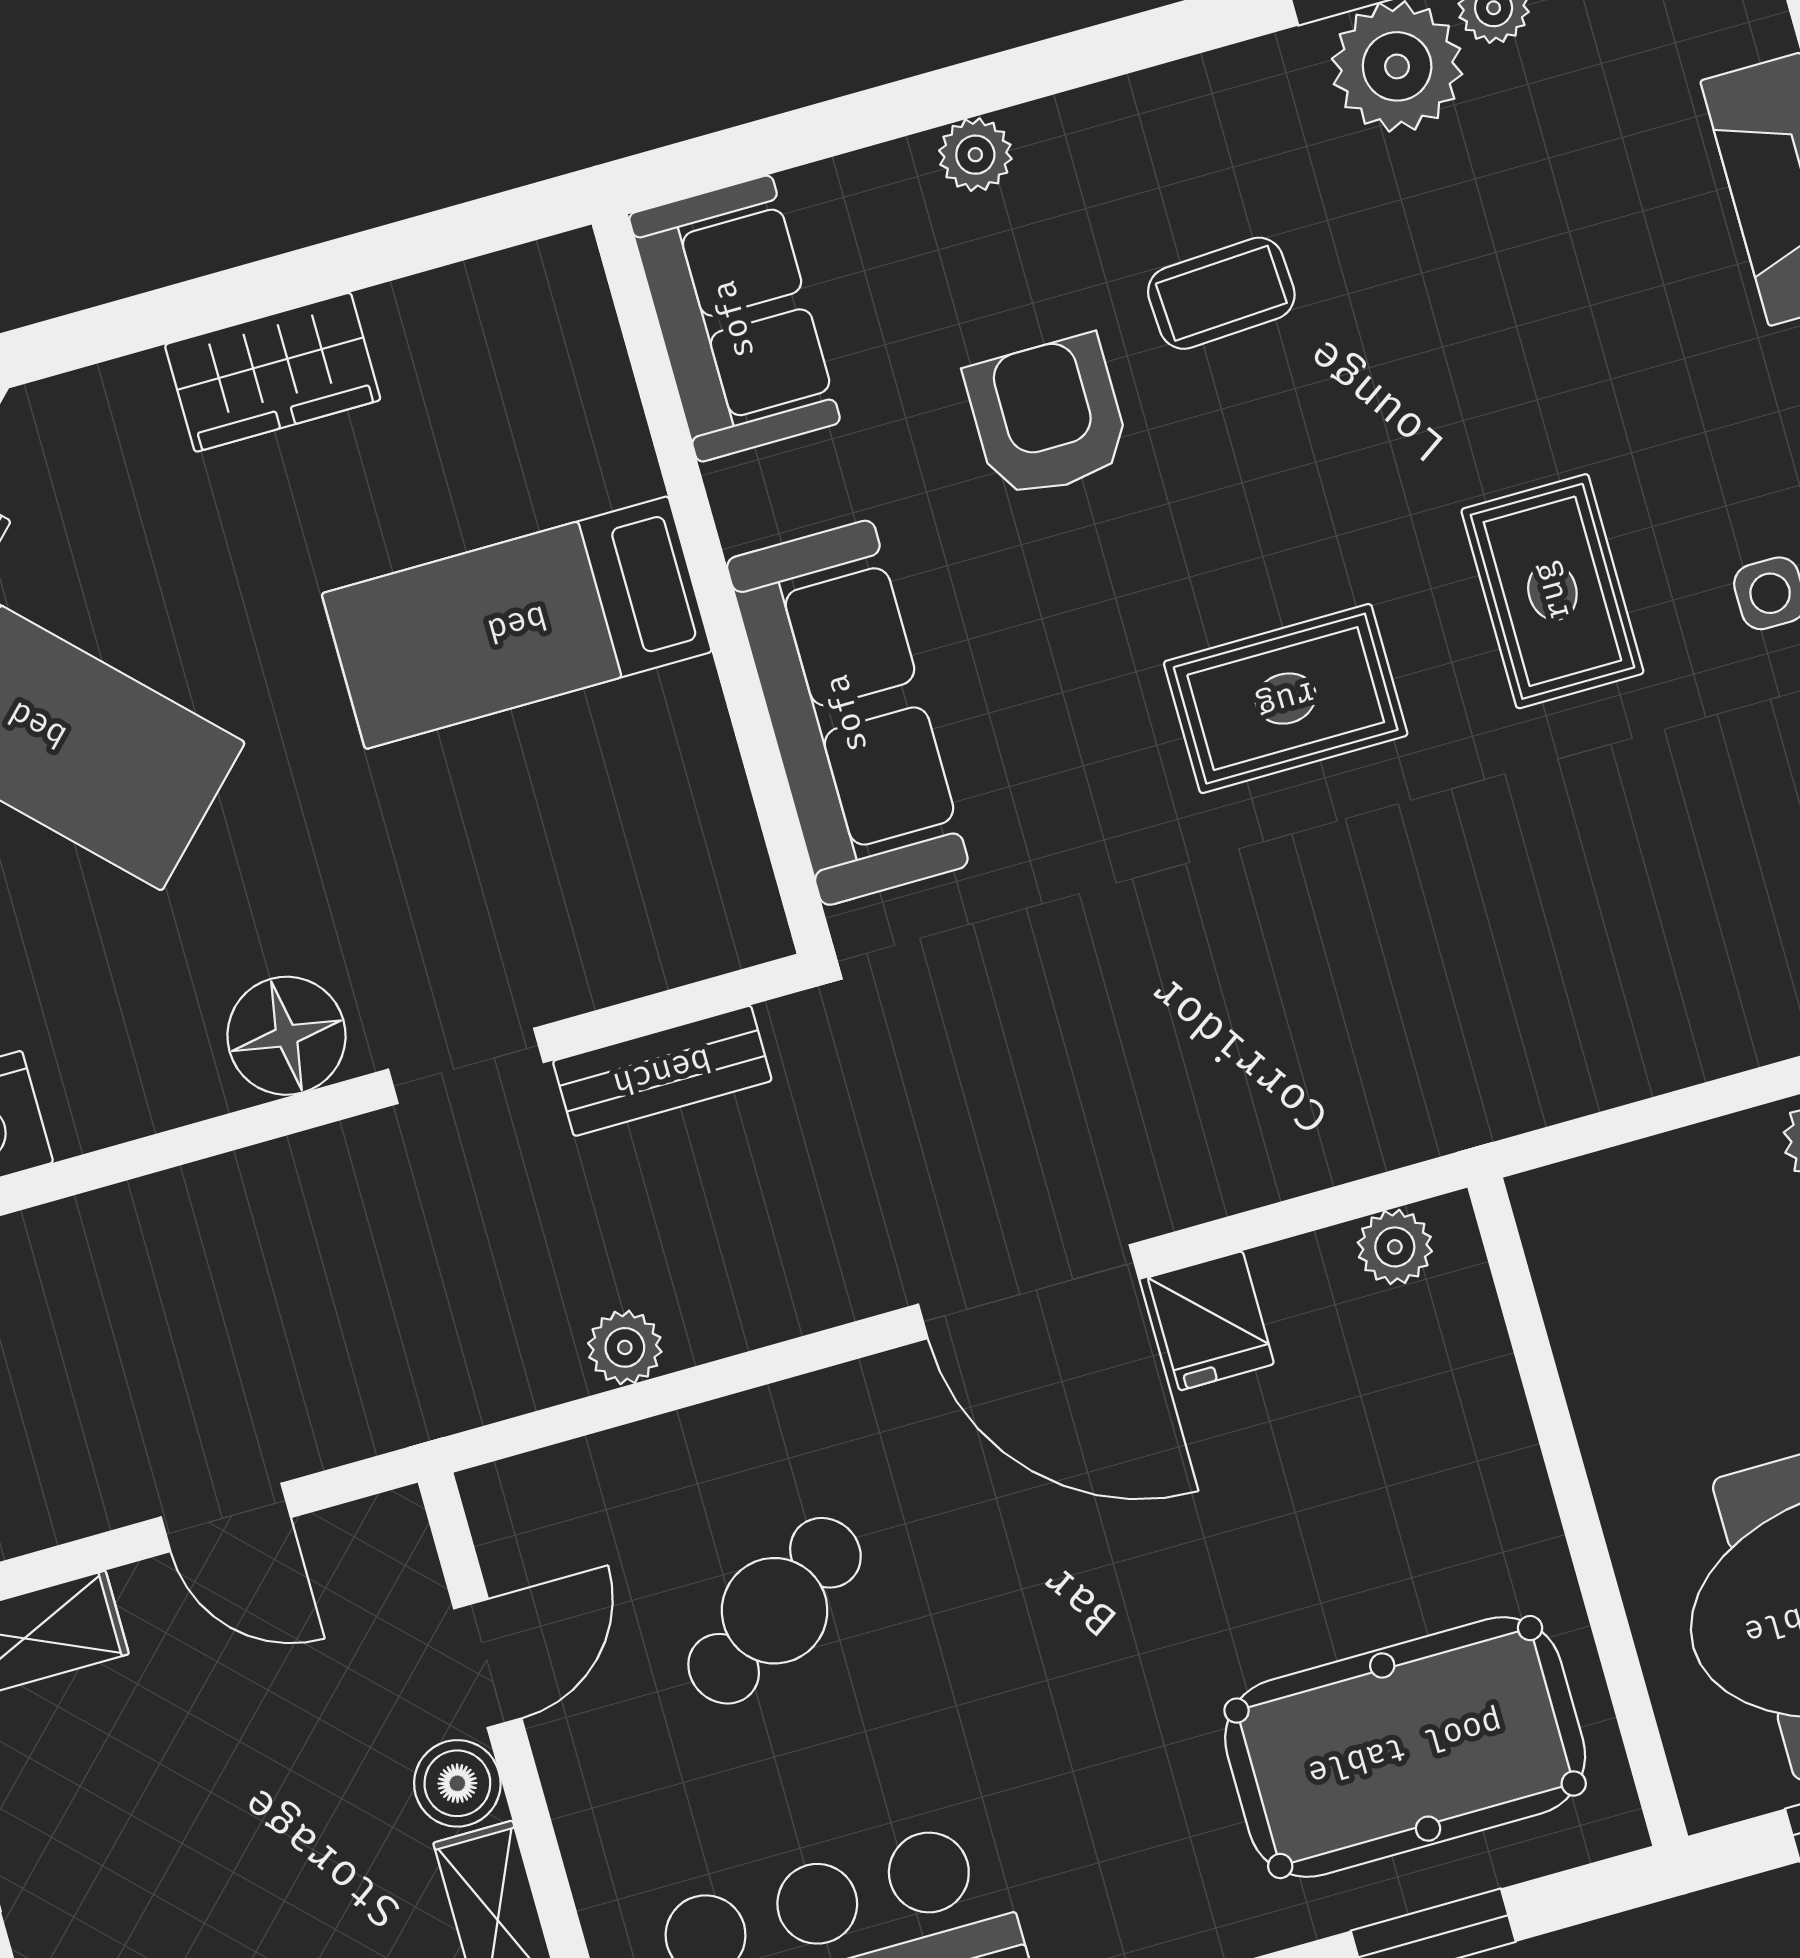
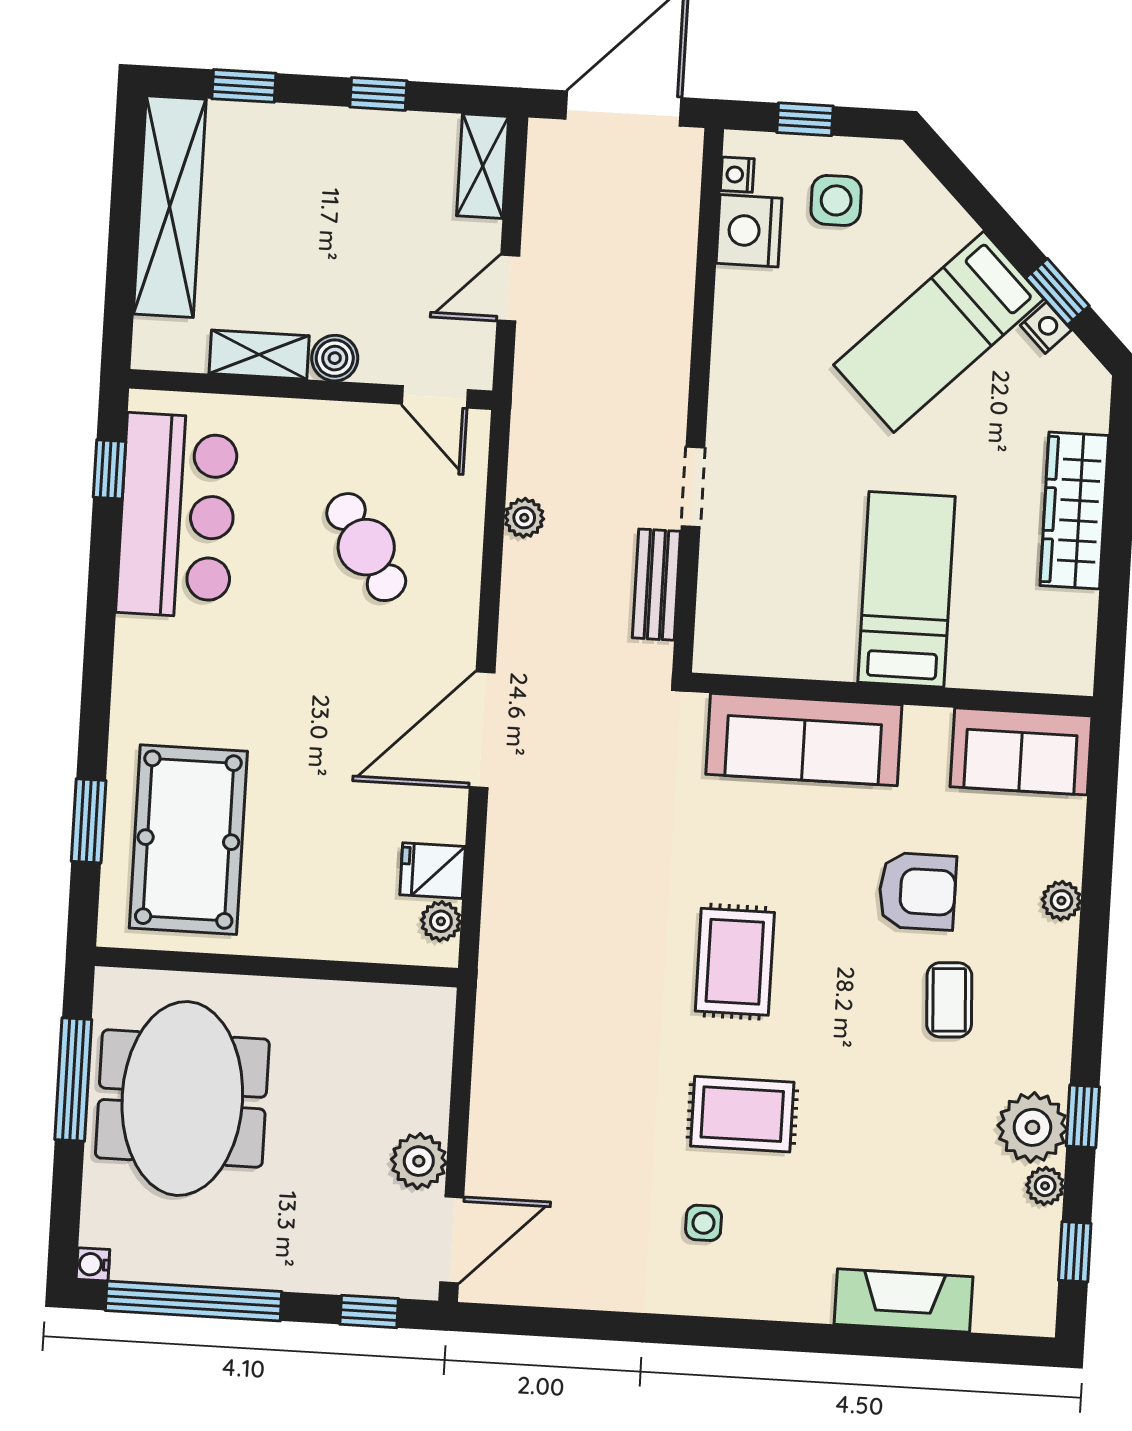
wardrobe: (273, 372) -> (1074, 511), width x1.50
floor lamp: (287, 1036) -> (739, 402), removed
fridge: (1211, 1321) -> (433, 871), moved
door: (488, 1663) -> (435, 397), moved

